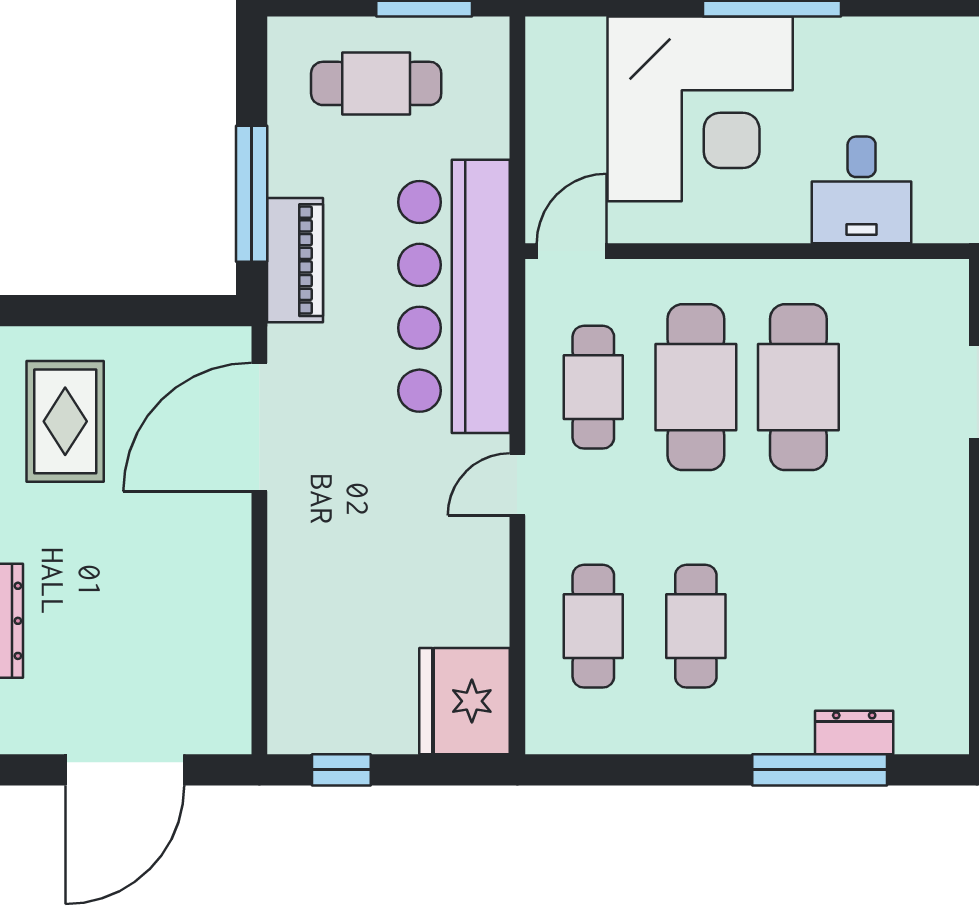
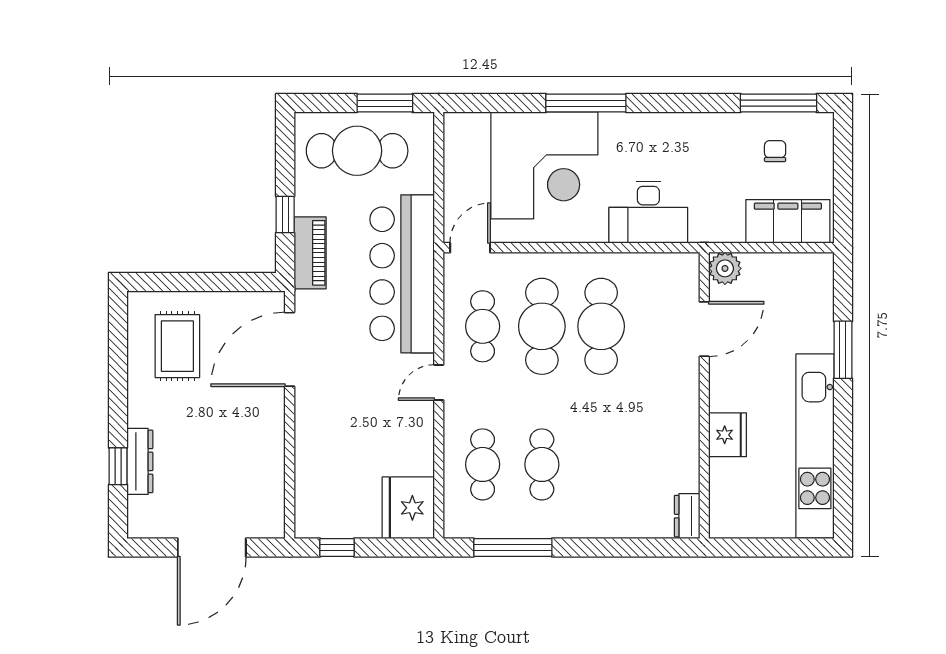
cafe table: (376, 83) -> (357, 151), width x1.37, depth x1.35
desk: (862, 190) -> (648, 212), width x1.37
window: (252, 194) -> (285, 215), width x0.46
dresser: (854, 732) -> (687, 516), moved, turned -90
window: (820, 770) -> (513, 548), moved

